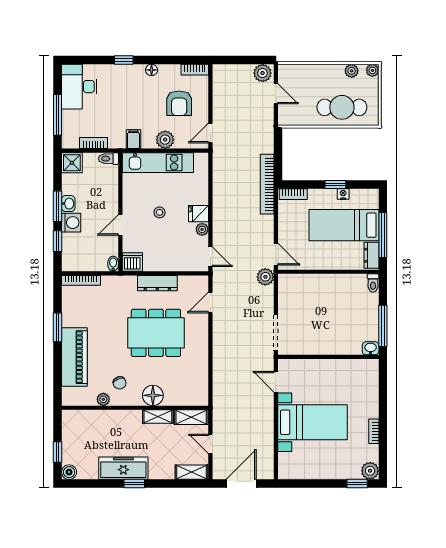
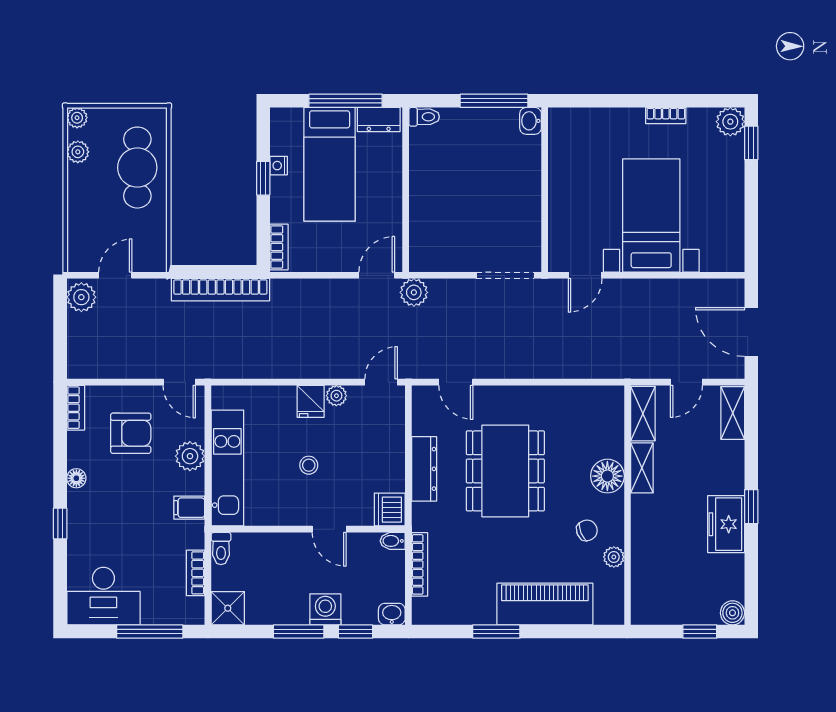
bookcase: (267, 184) -> (220, 290), moved
washbasin: (68, 204) -> (392, 614), moved
bookcase: (81, 280) -> (420, 564), moved
freezer: (123, 468) -> (726, 524), width x0.71

